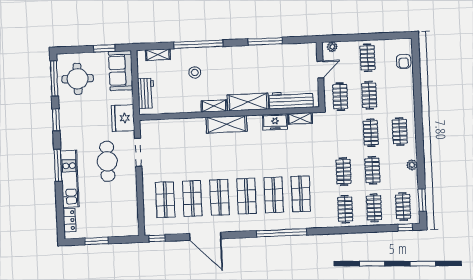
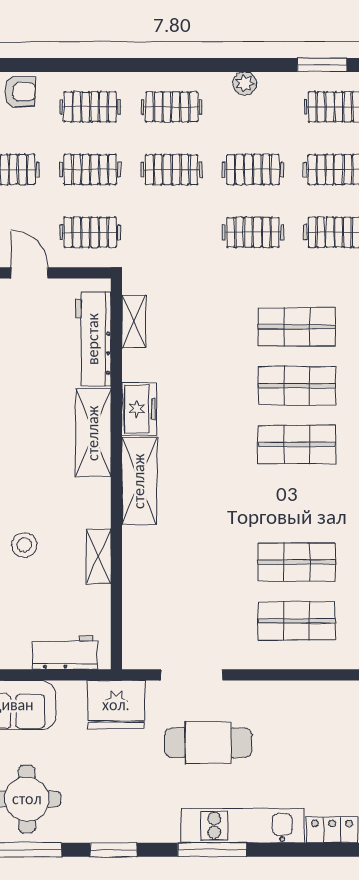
clothes rail: (398, 94) -> (90, 107), added
shelving: (214, 106) -> (99, 556), moved
freezer: (275, 122) -> (139, 409), moved
shop shelf: (219, 197) -> (297, 503), removed

